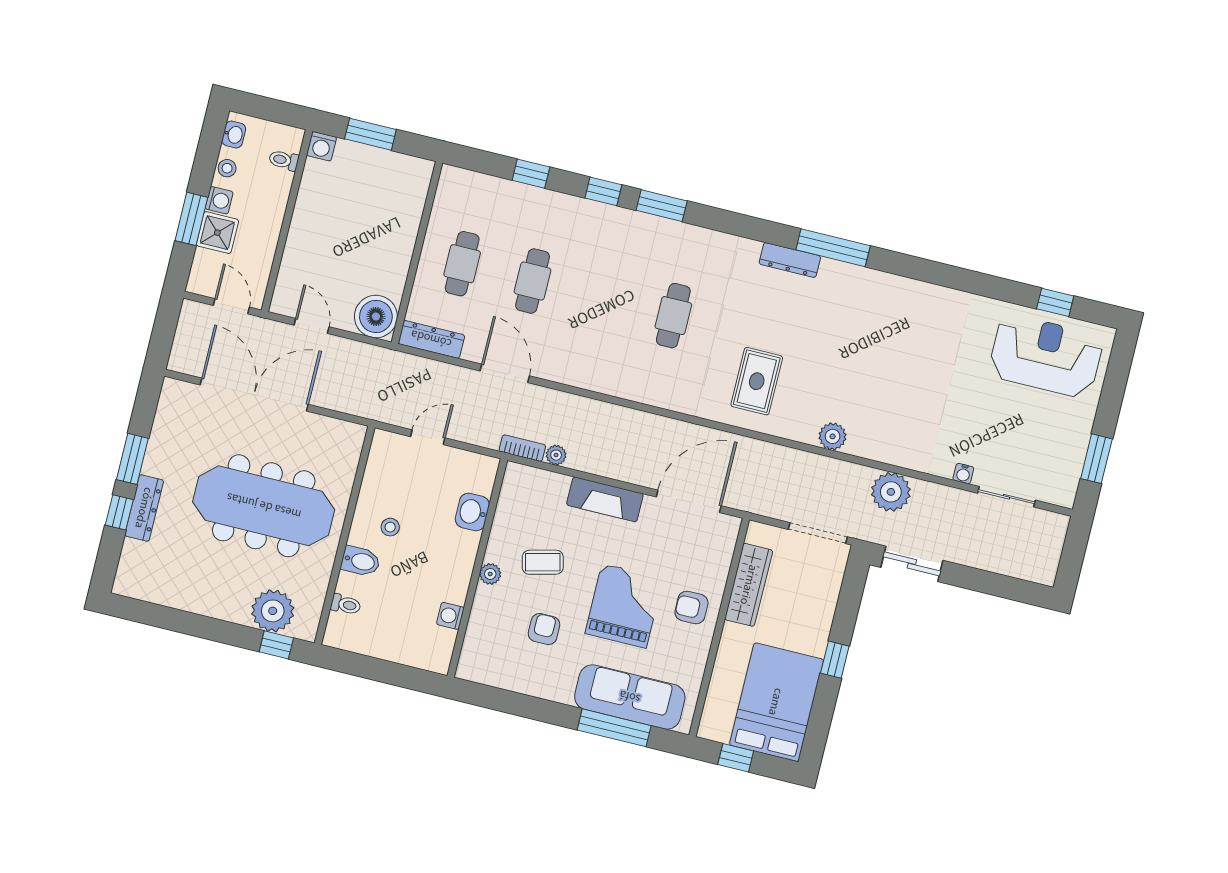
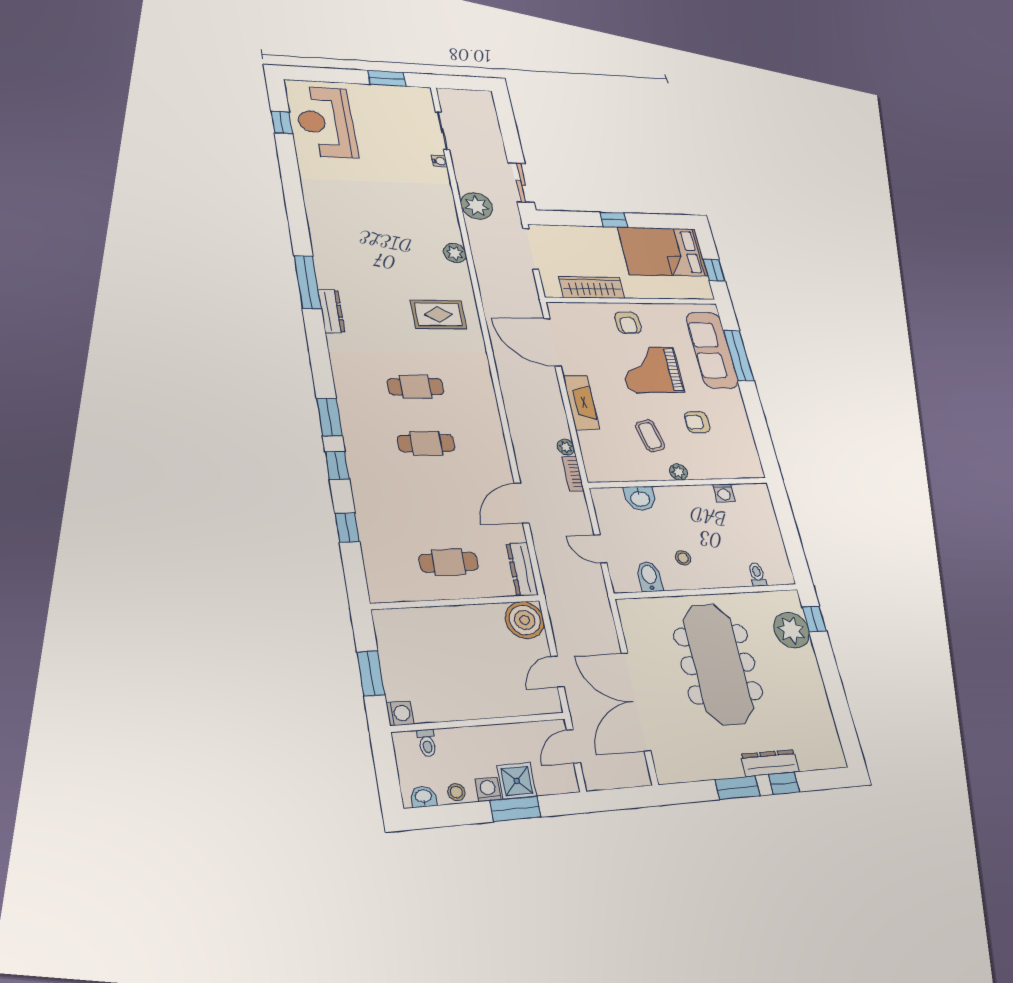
cafe table: (533, 281) -> (426, 443), moved
bidet: (361, 561) -> (649, 576), moved

